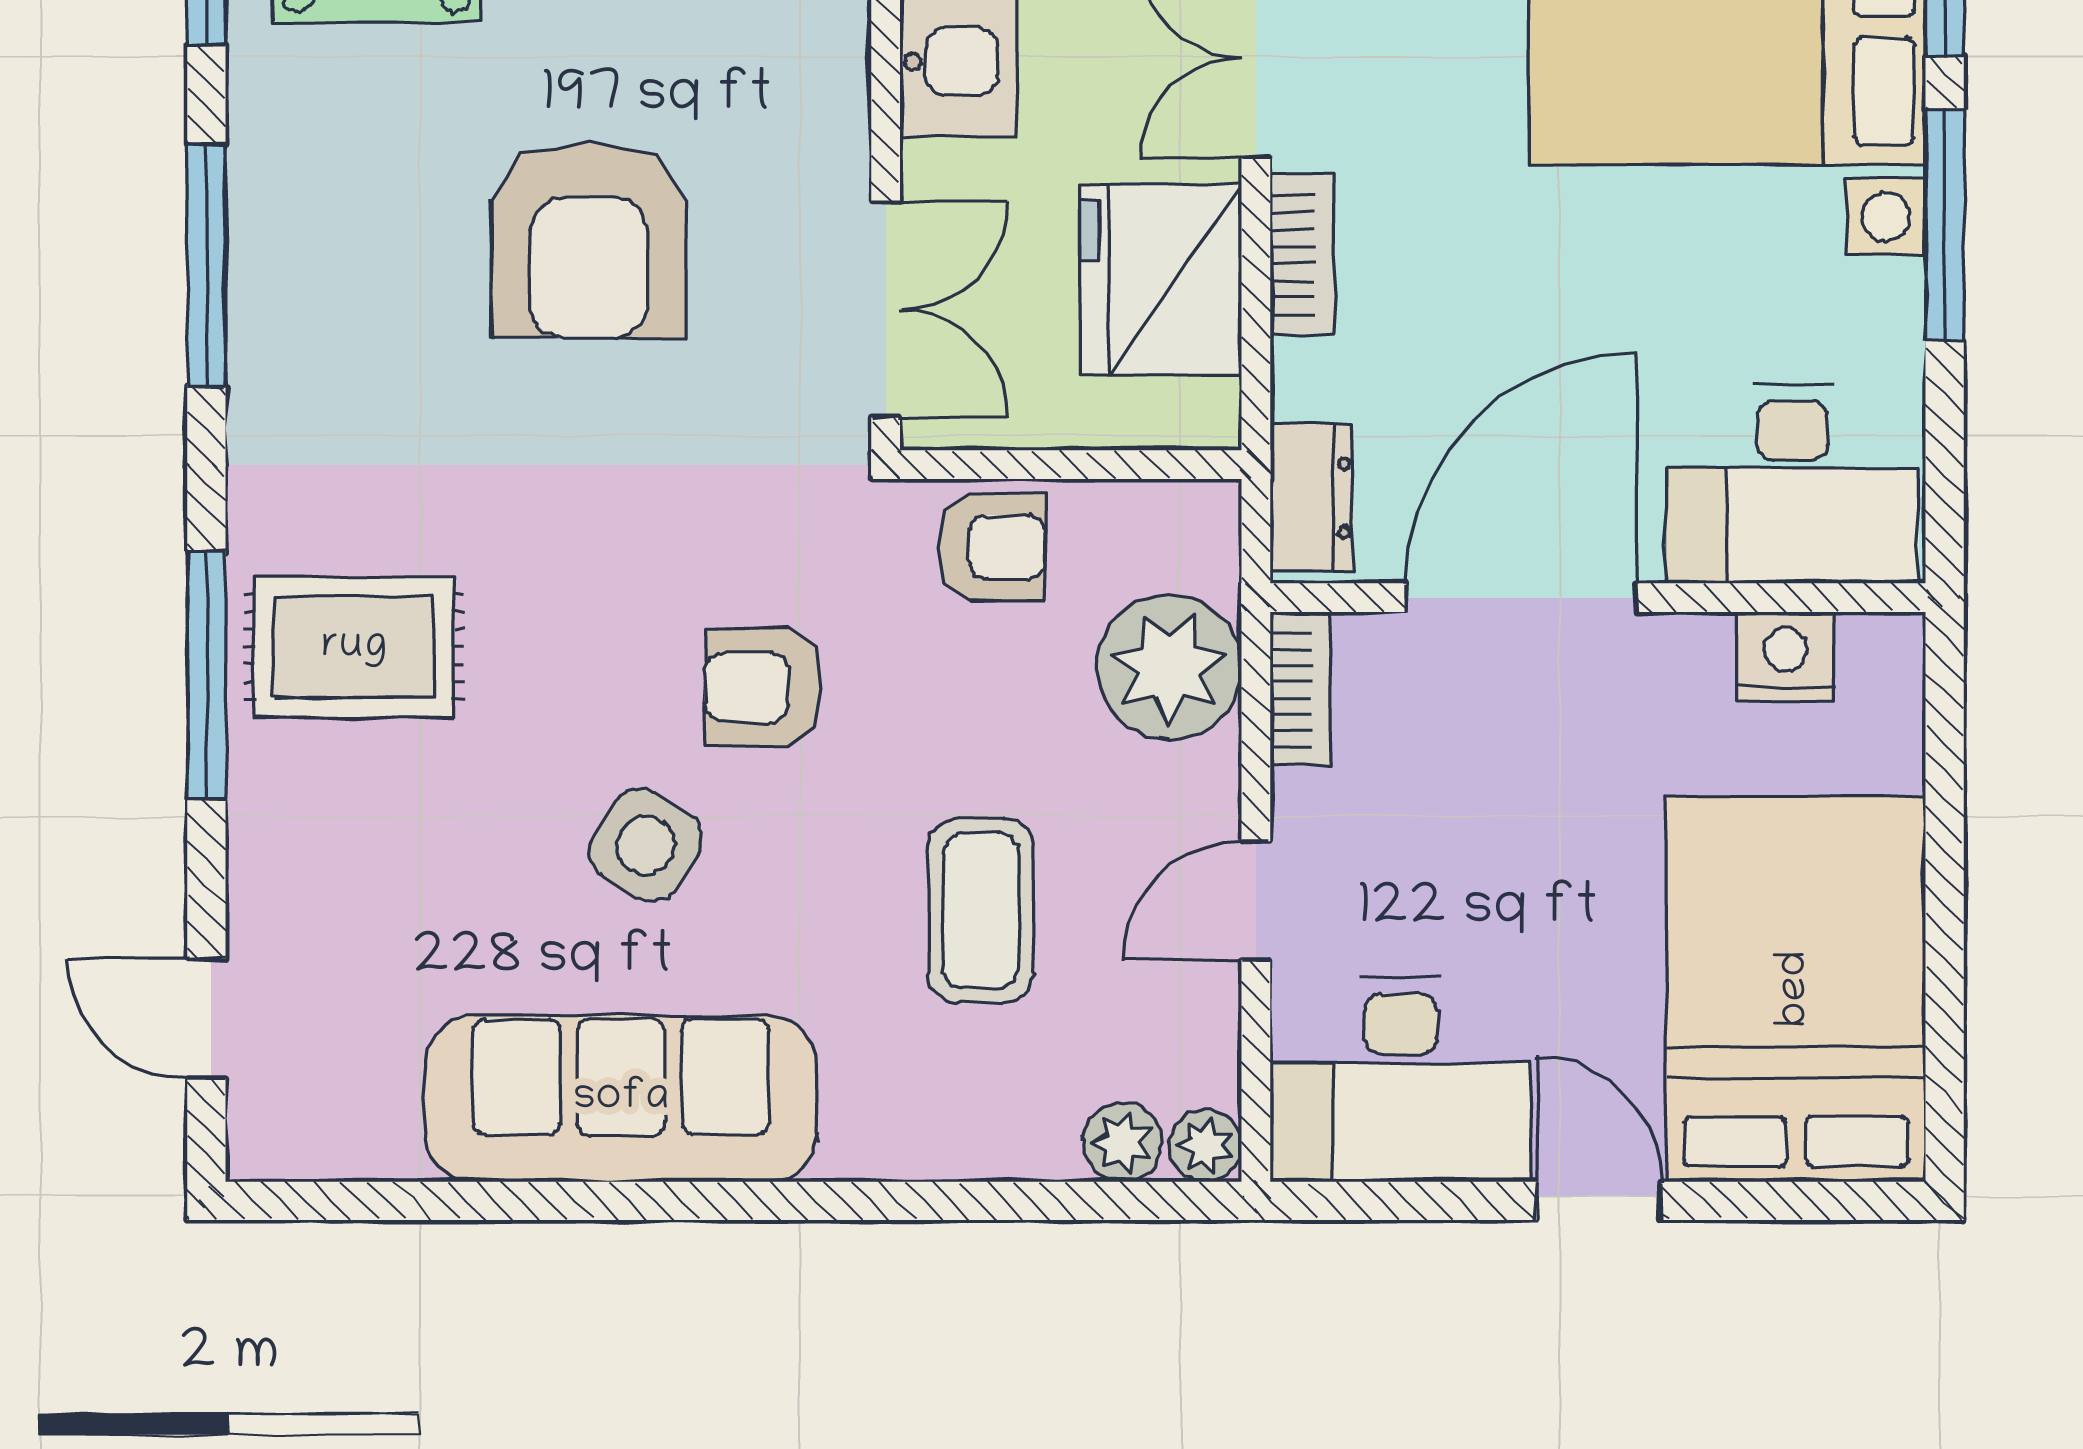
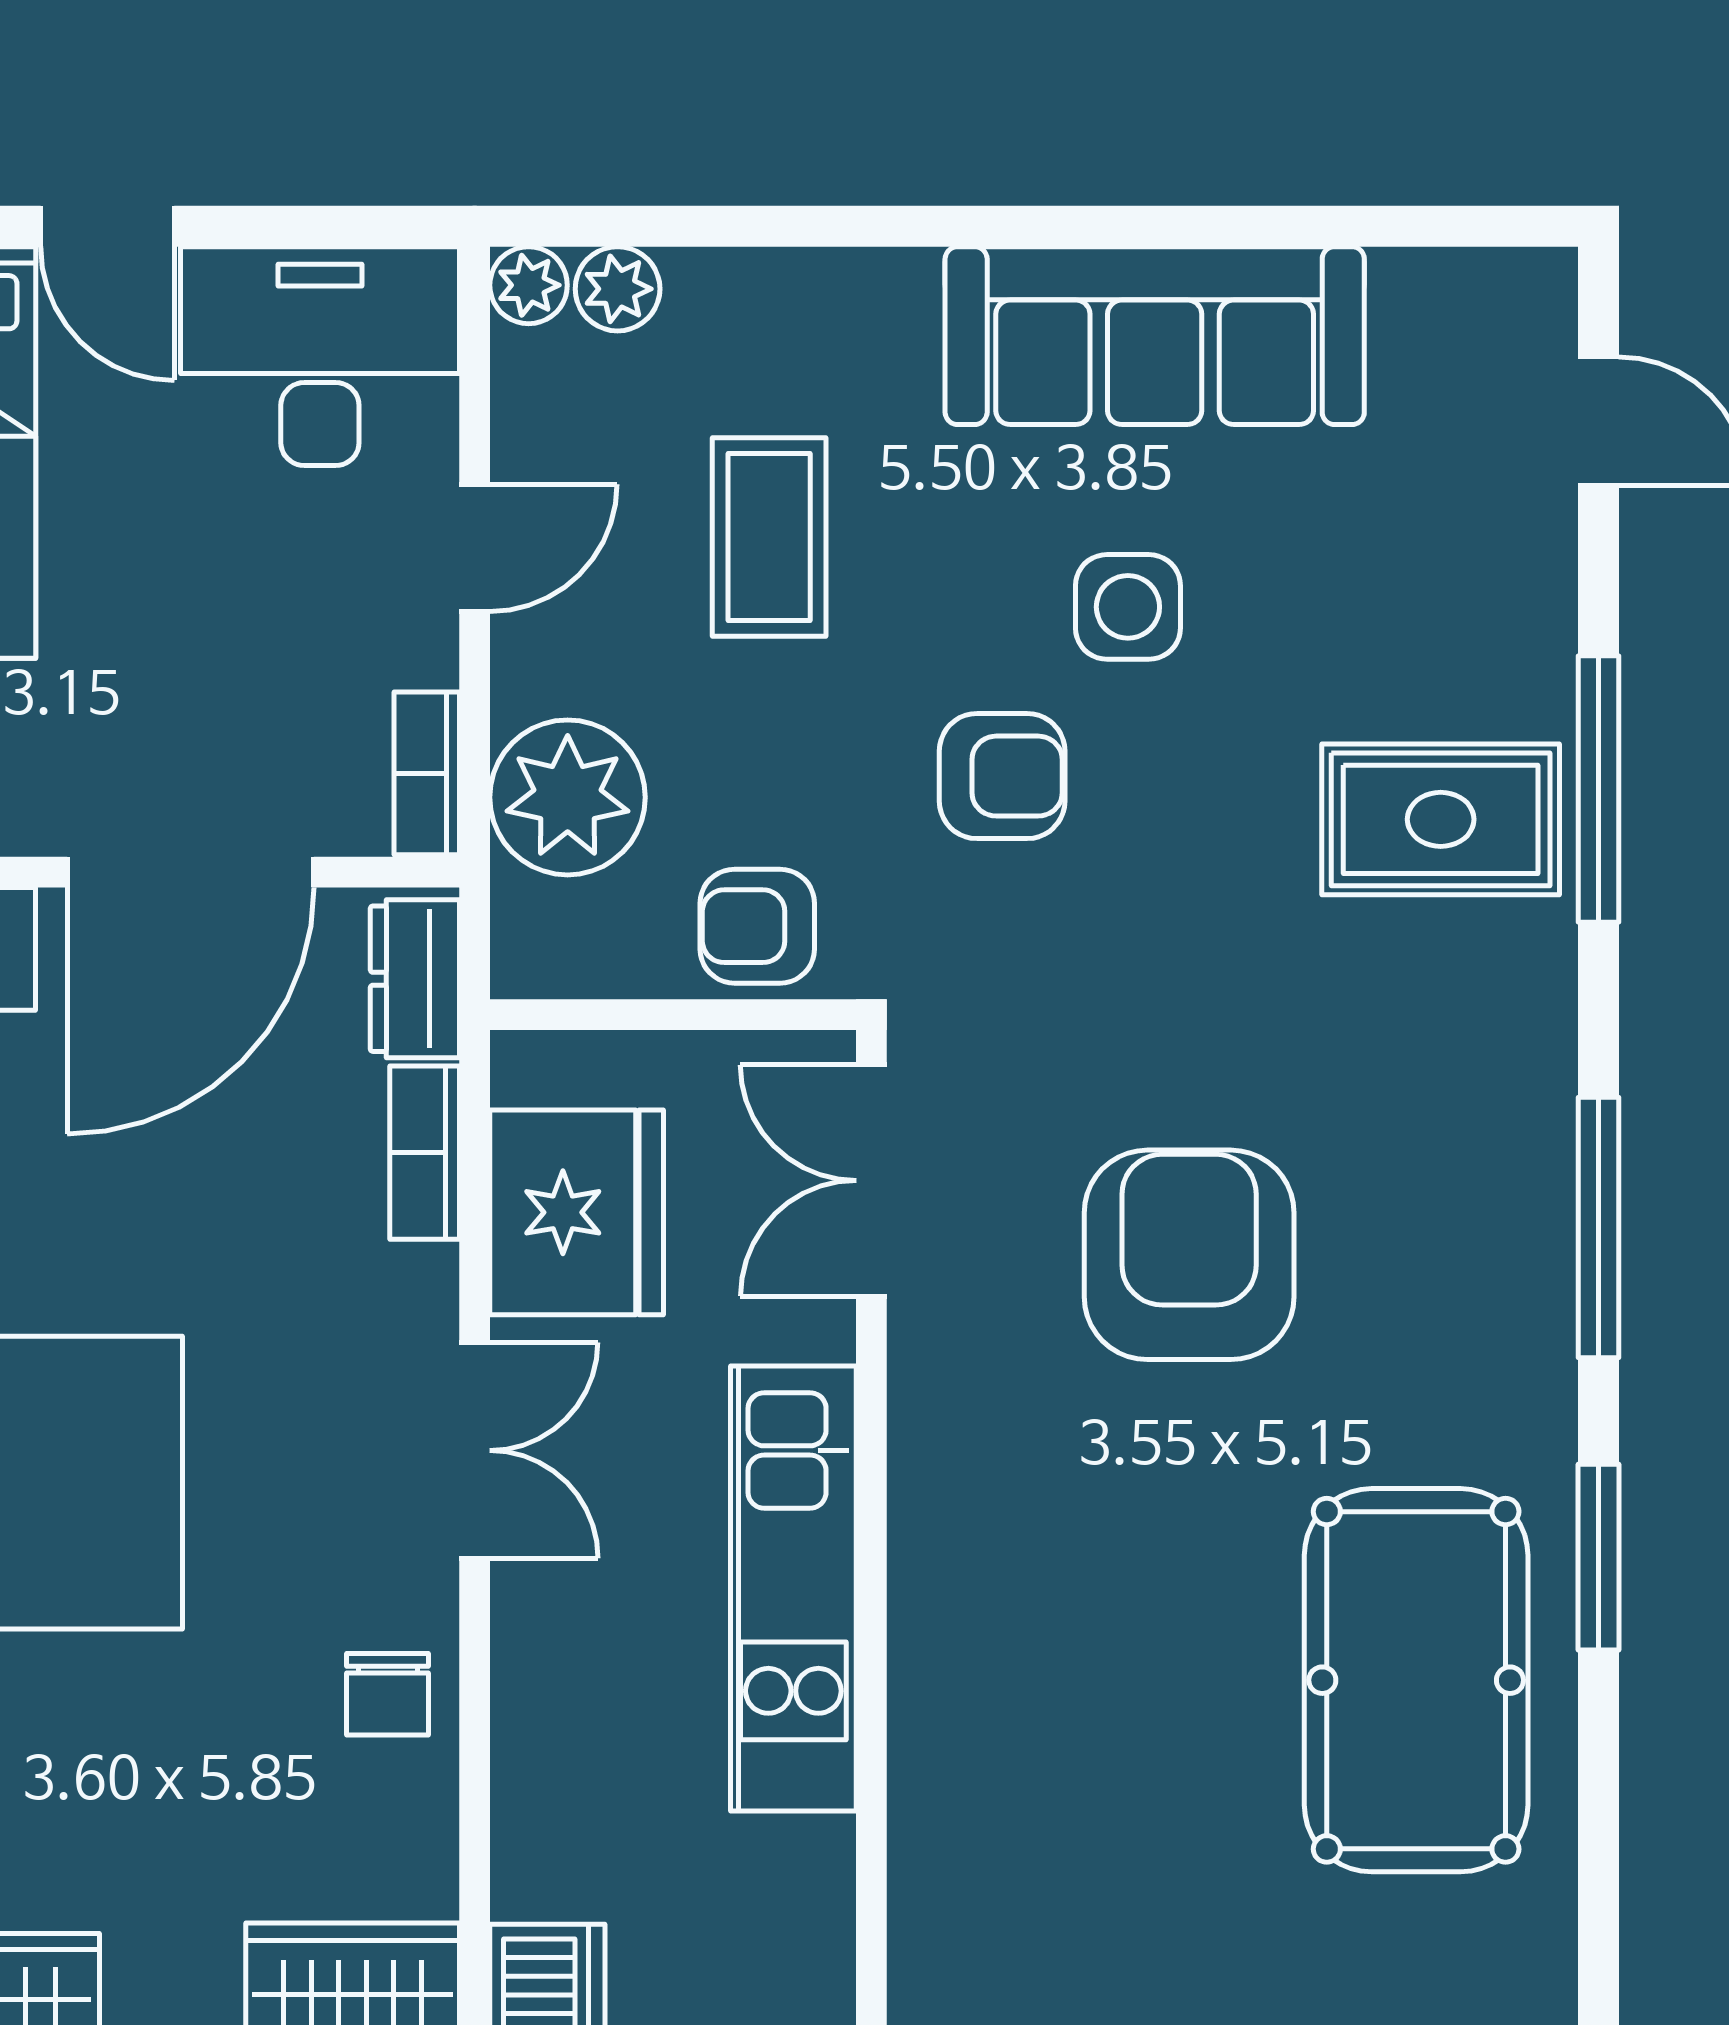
bookcase: (1303, 255) -> (425, 1153), moved
side table: (646, 845) -> (1128, 607), turned -32

